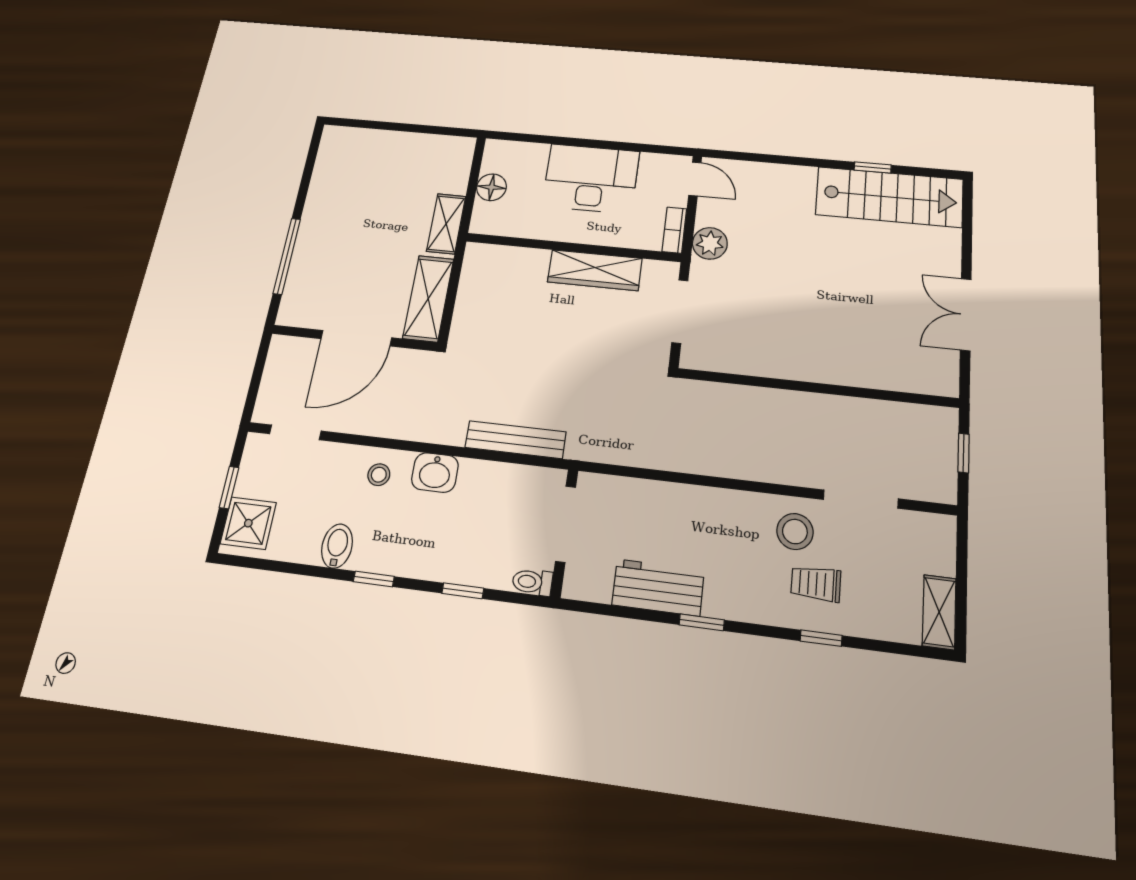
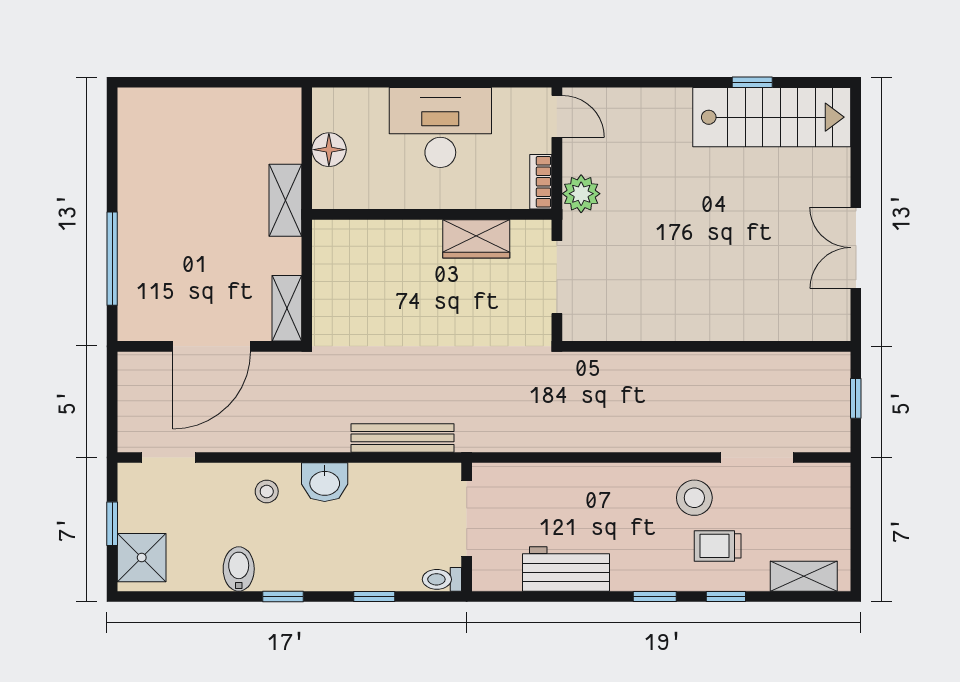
wardrobe: (595, 270) -> (476, 239), width x0.67
shelving: (428, 298) -> (287, 308), width x0.67, depth x0.75
shelving: (939, 612) -> (804, 576), moved, turned 90
window: (702, 622) -> (655, 597), moved

